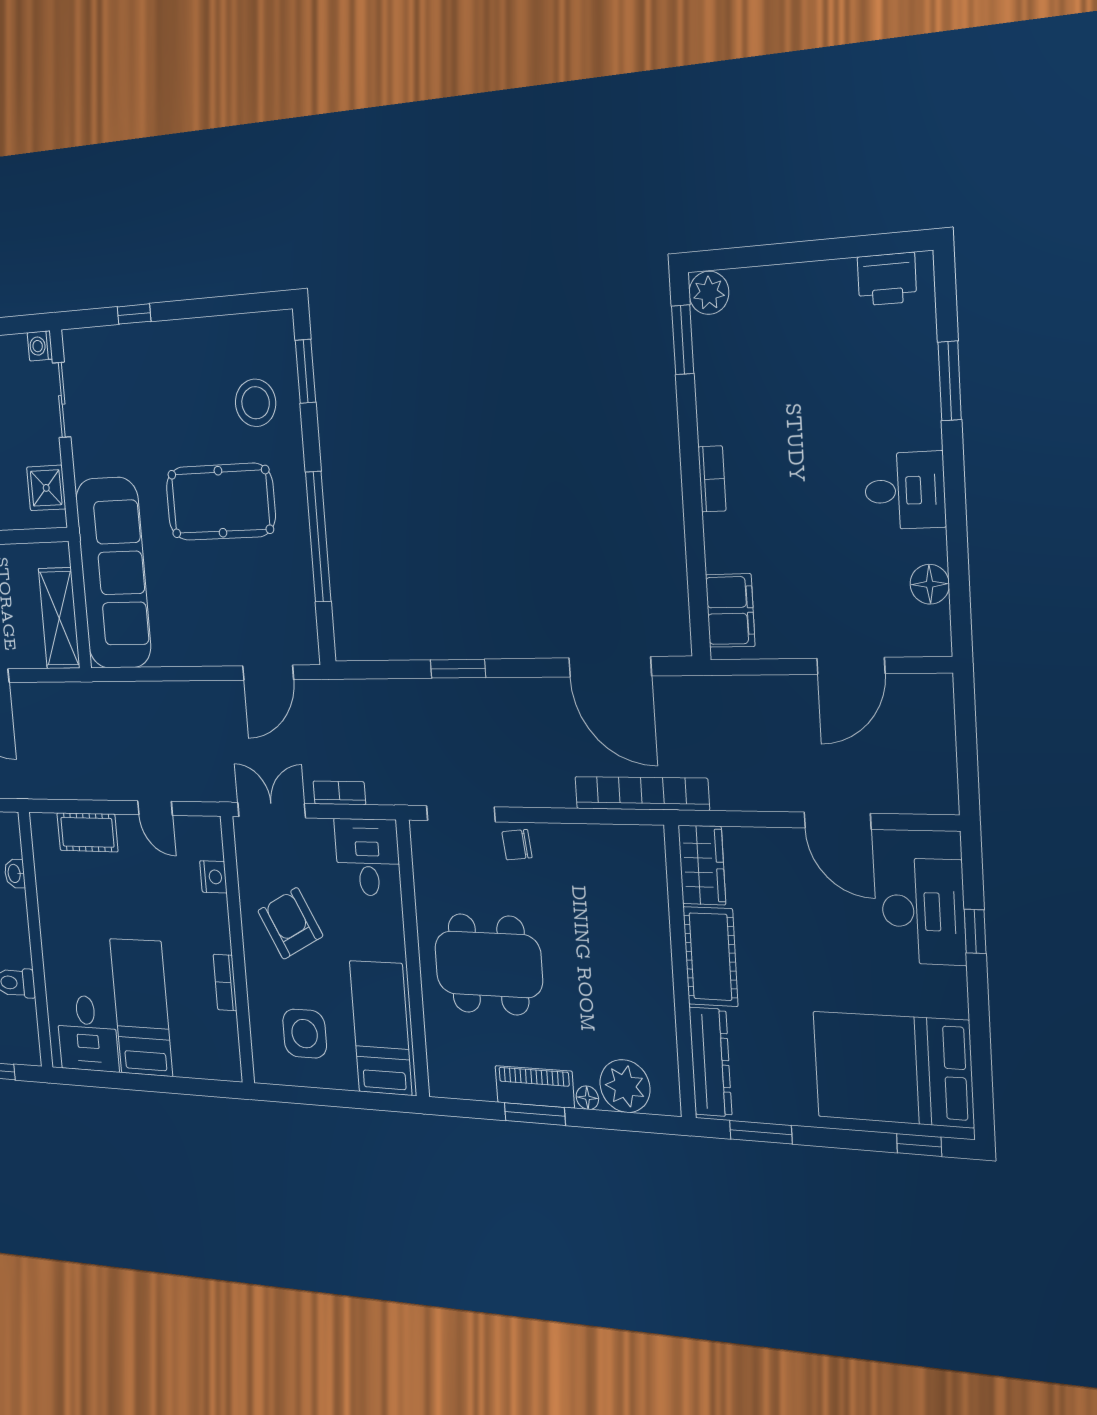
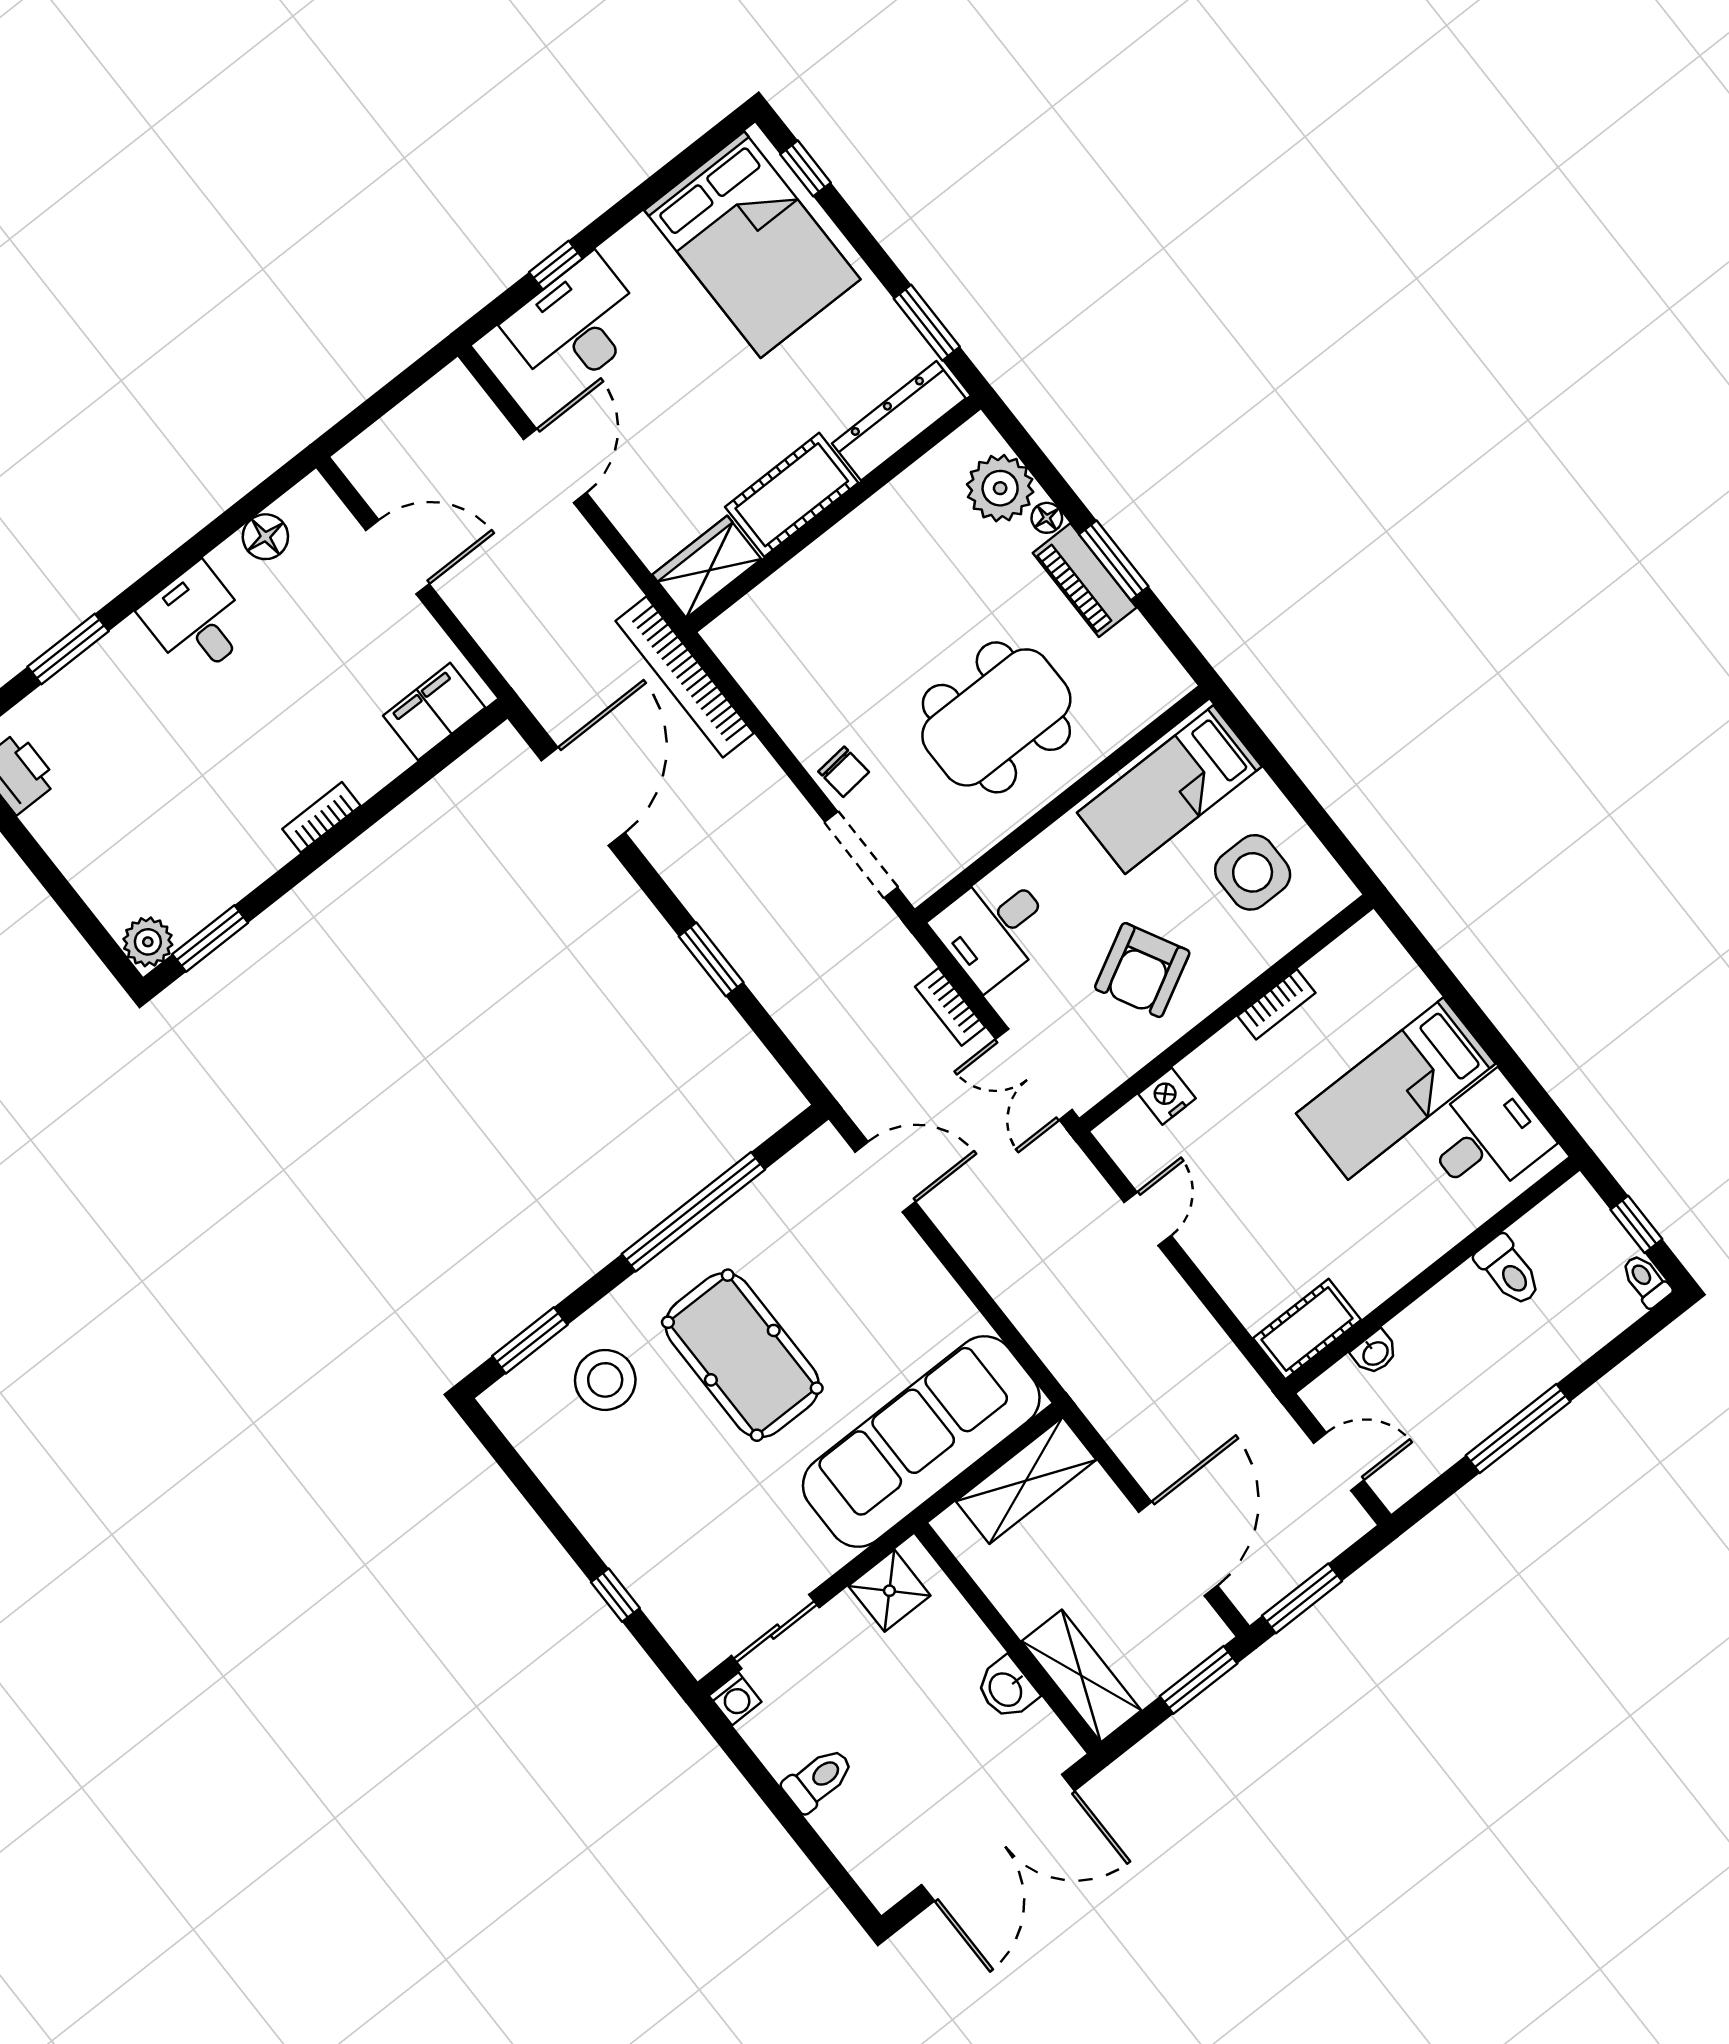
cot: (87, 832) -> (1307, 1329), moved, turned 90
dining table: (488, 964) -> (996, 717), turned 90

